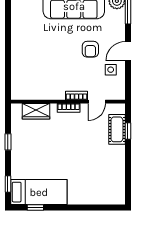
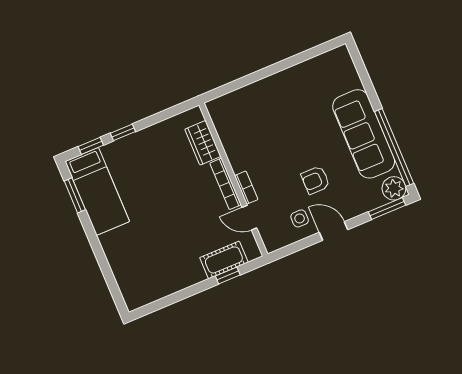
bookcase: (69, 108) -> (225, 184), width x1.56
window: (8, 142) -> (123, 132), moved
window: (35, 208) -> (75, 195), width x1.50

